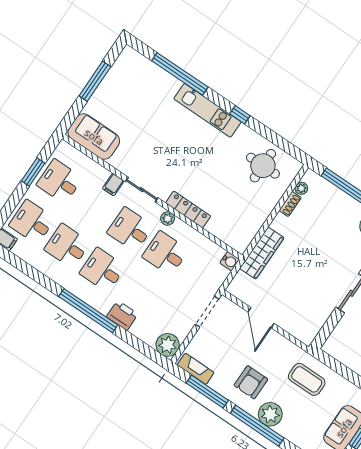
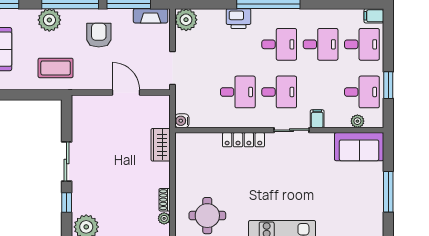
plant: (168, 218) -> (357, 121), moved
wardrobe: (262, 253) -> (161, 145), width x0.67
plant: (270, 414) -> (49, 20), moved

